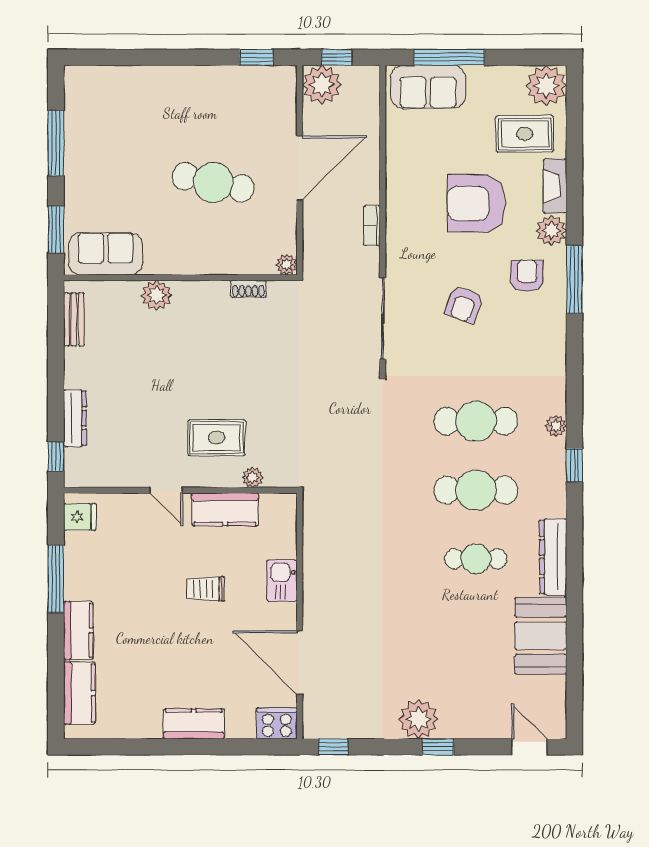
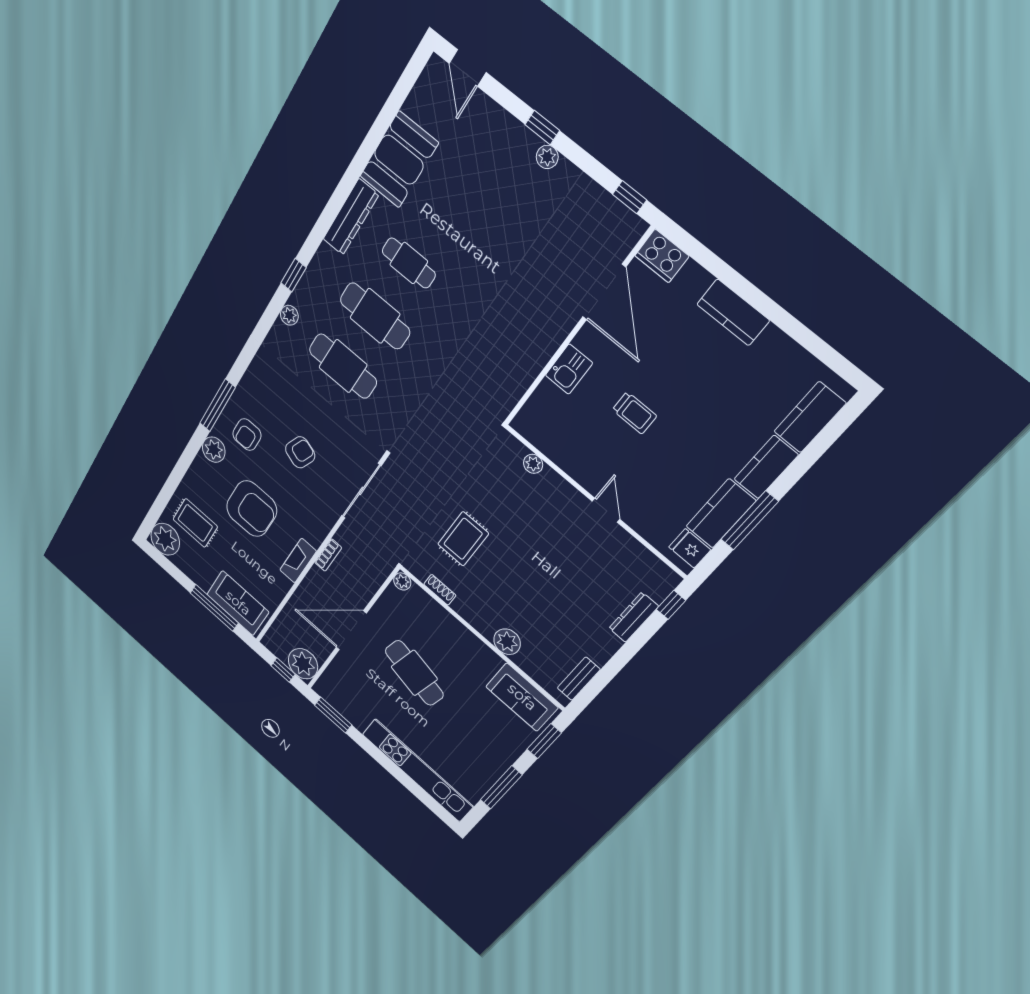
window: (256, 57) -> (333, 715), width x1.50
kitchen unit: (139, 81) -> (417, 770), added
fireplace: (555, 186) -> (298, 561), moved, turned 180
rug: (217, 438) -> (463, 539), moved, turned 90
kitchen counter: (225, 509) -> (721, 513), moved, turned -90
plant: (418, 719) -> (547, 157), width x0.53, depth x0.53

